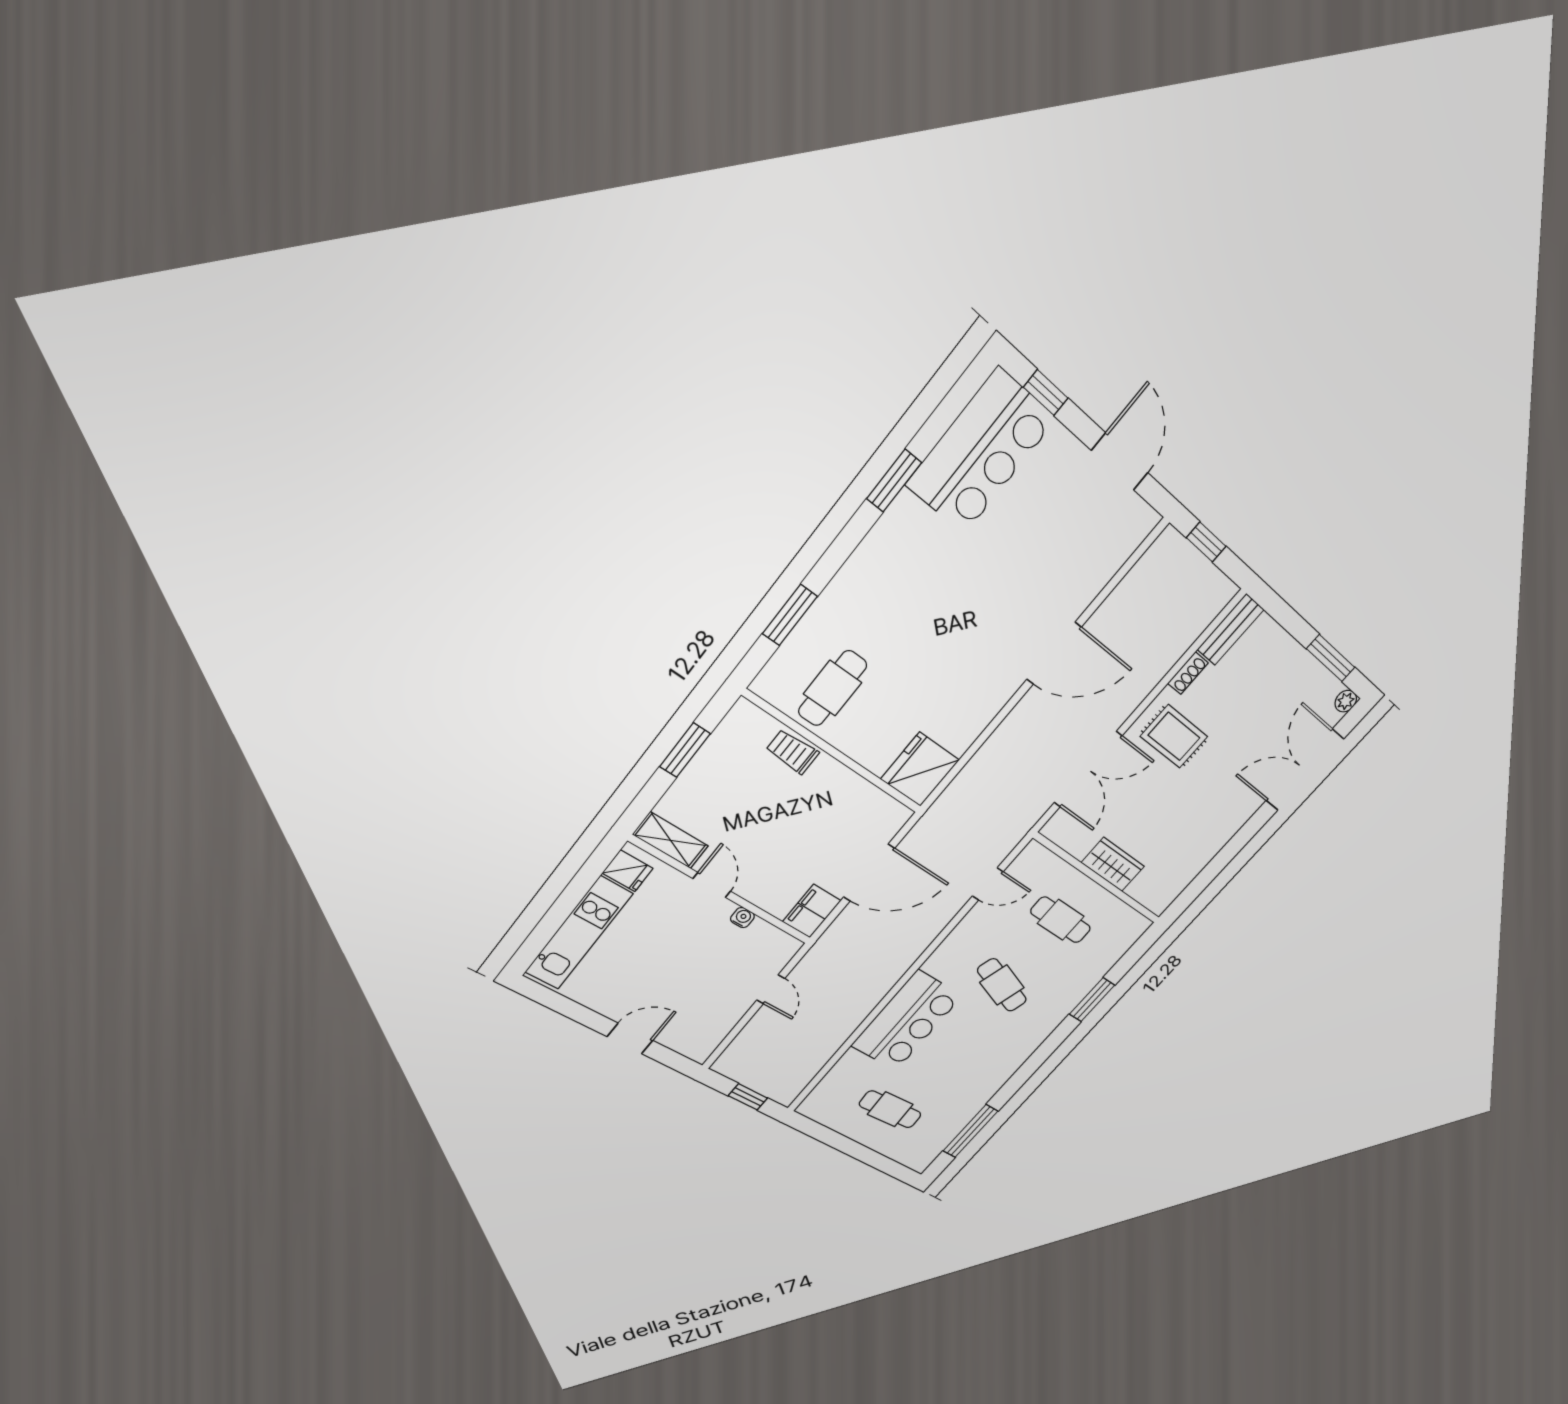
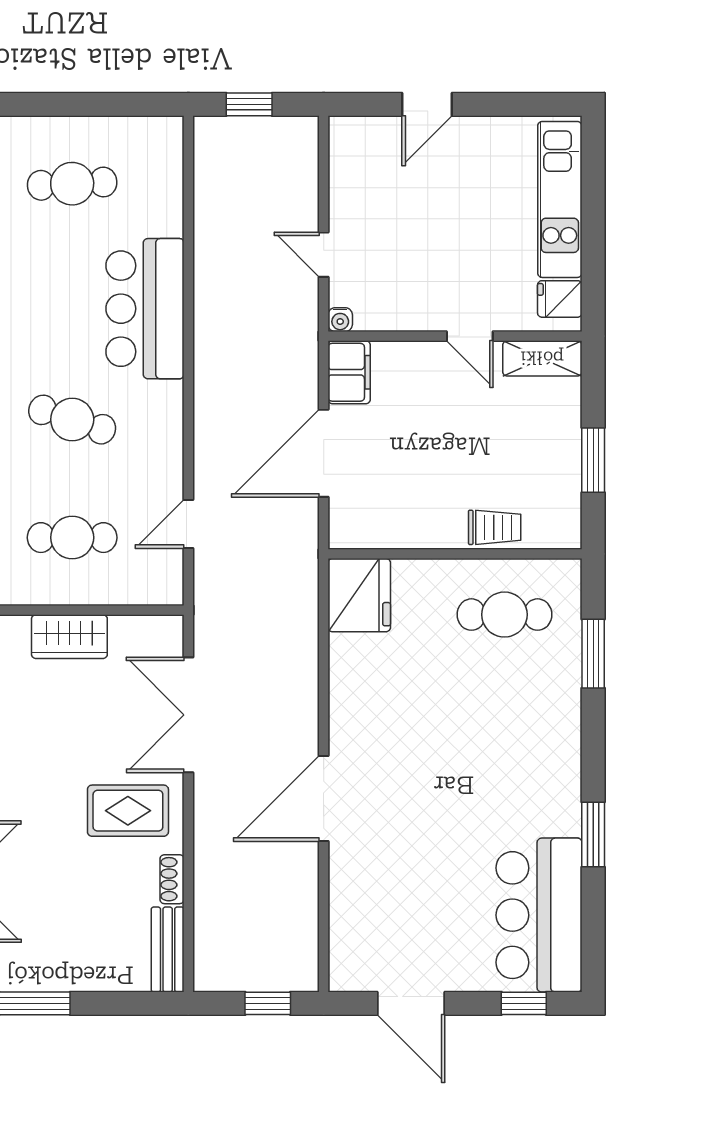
cafe table: (833, 688) -> (504, 615), turned 90
water cooler: (742, 918) -> (340, 320), moved

